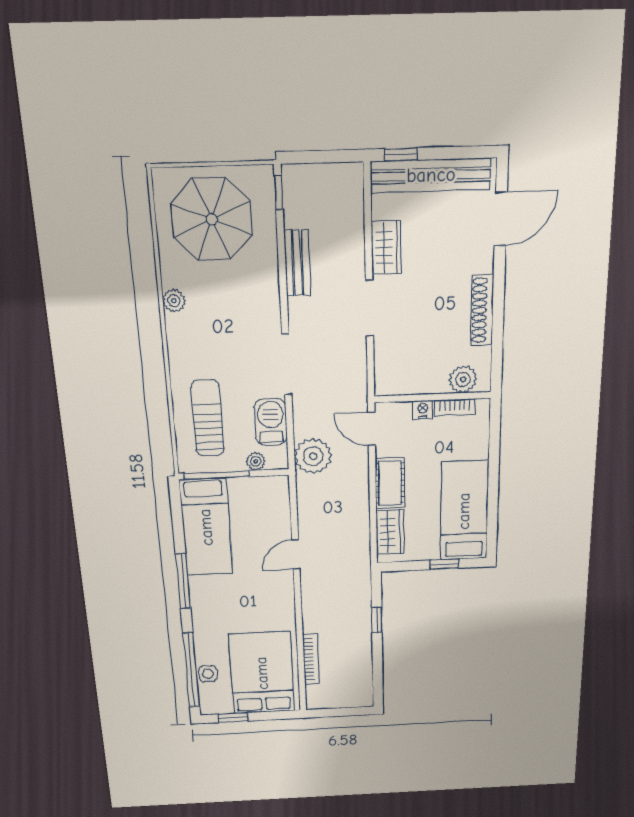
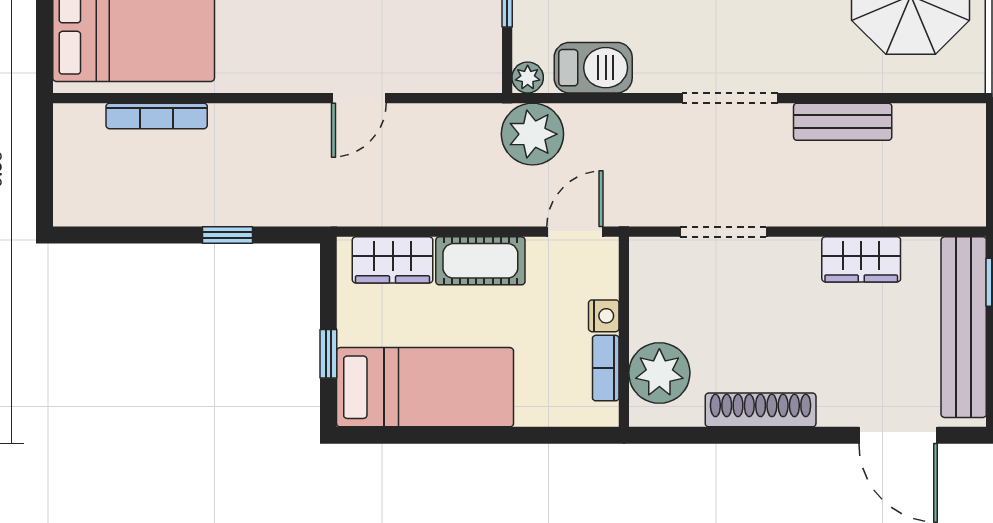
window: (279, 193) -> (946, 98), removed
doorway: (369, 308) -> (723, 232), moved
doorway: (287, 365) -> (730, 98), moved
plant: (463, 379) -> (659, 373), width x1.36, depth x1.36
plant: (256, 461) -> (528, 77), moved
door: (296, 555) -> (359, 98), swing flipped

